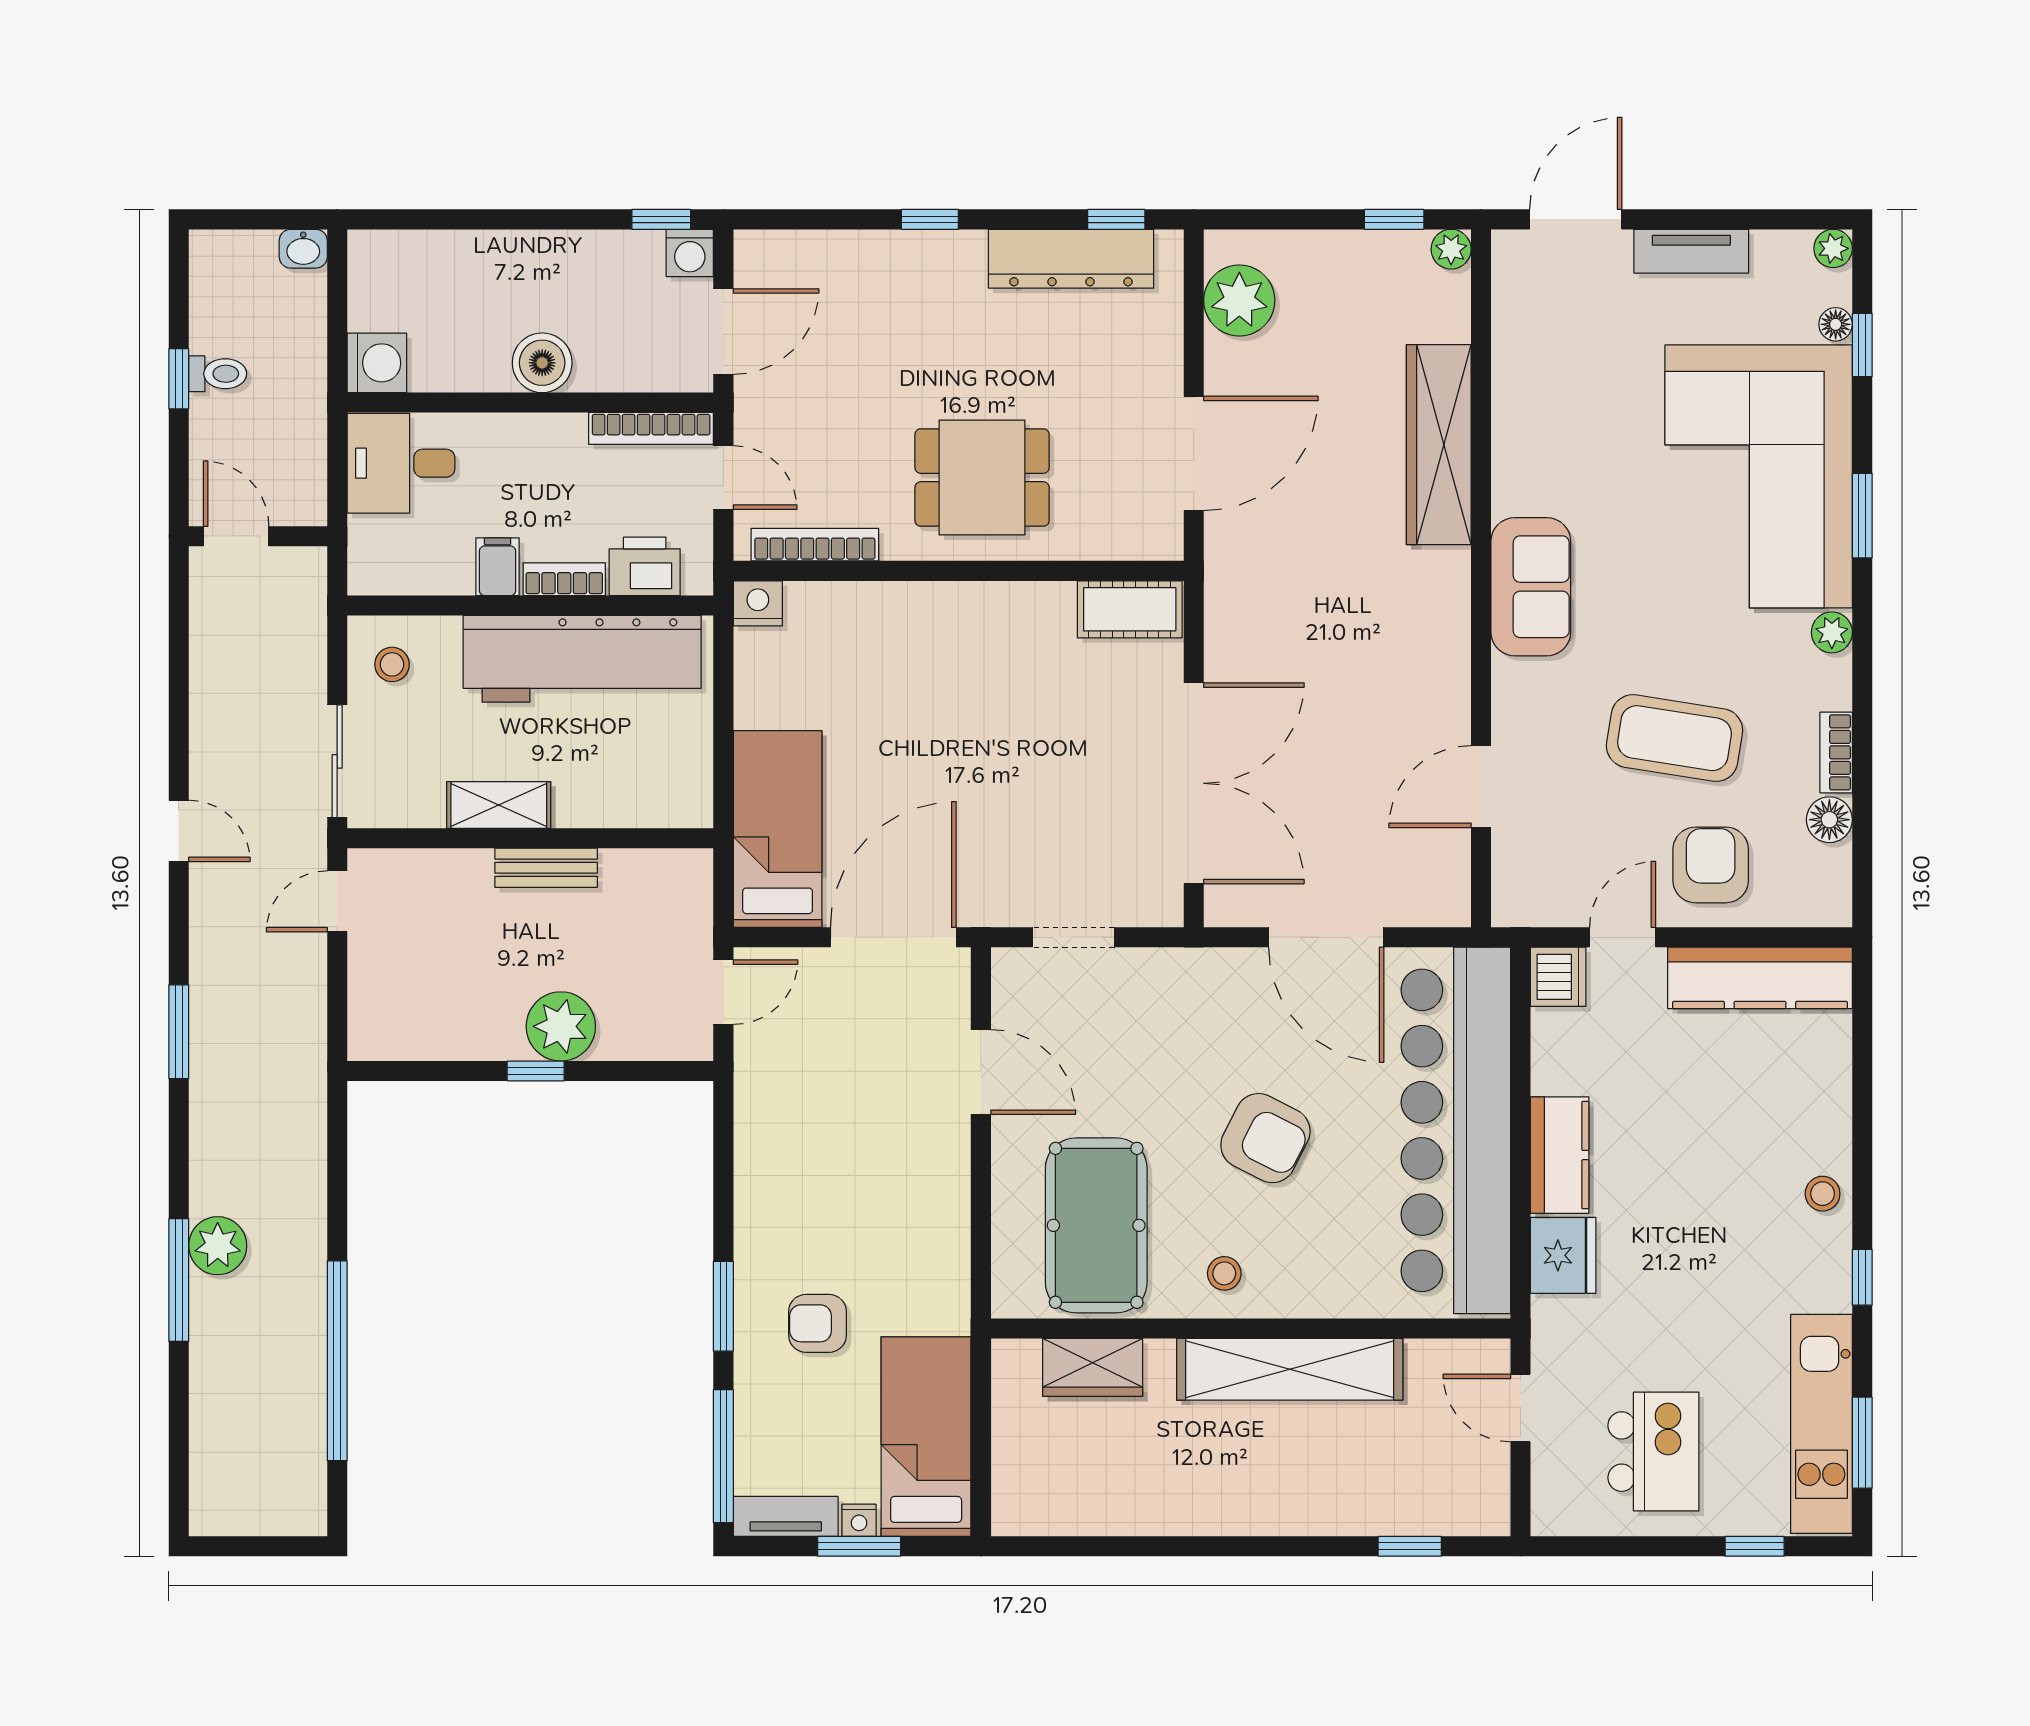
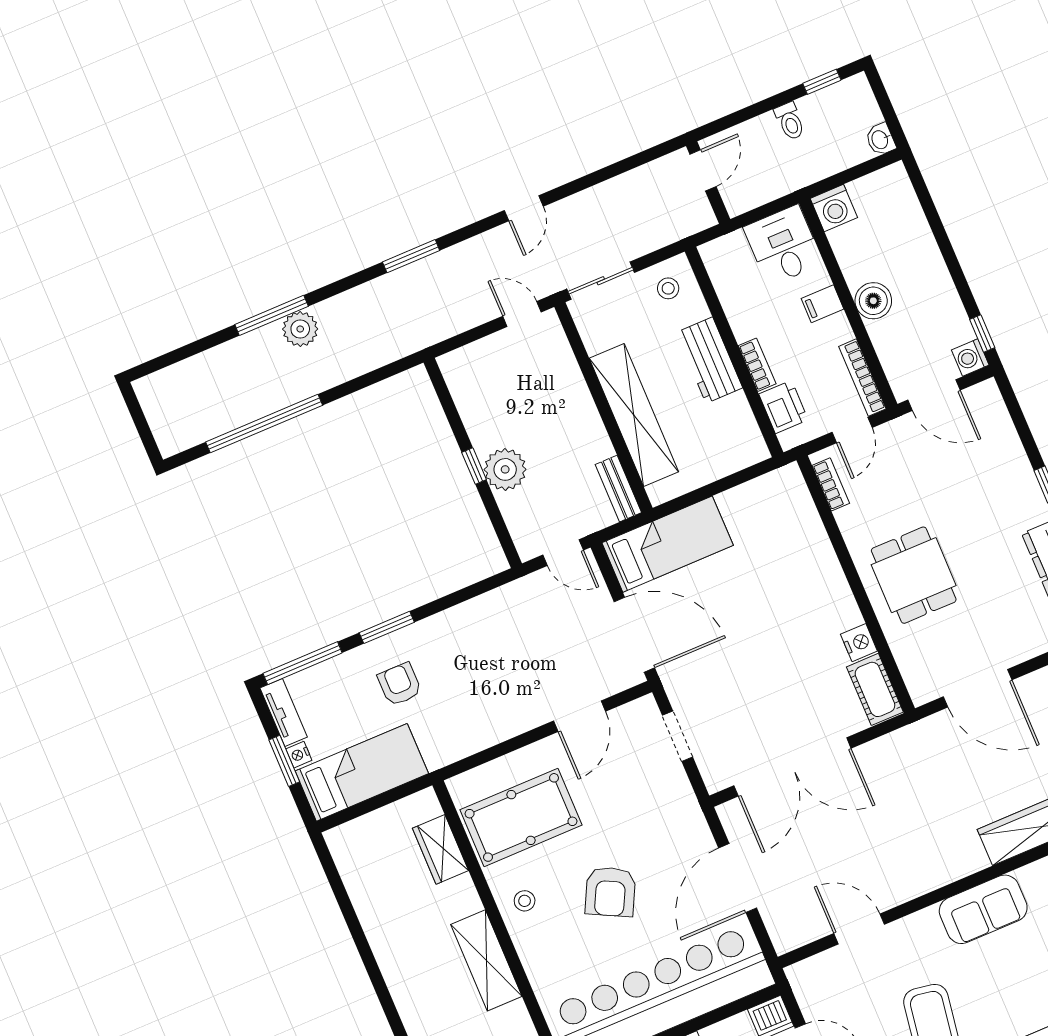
window: (179, 379) -> (822, 82), moved
bookcase: (815, 545) -> (831, 484), width x0.64
filing cabinet: (498, 567) -> (823, 304), moved, turned 180
nightstand: (758, 603) -> (859, 643), moved
workbench: (582, 659) -> (709, 360), width x0.53, depth x0.76
shelving: (499, 805) -> (634, 415), width x2.20, depth x1.33
bench: (546, 868) -> (618, 489), moved
shelving: (1290, 1369) -> (486, 960), width x0.68

